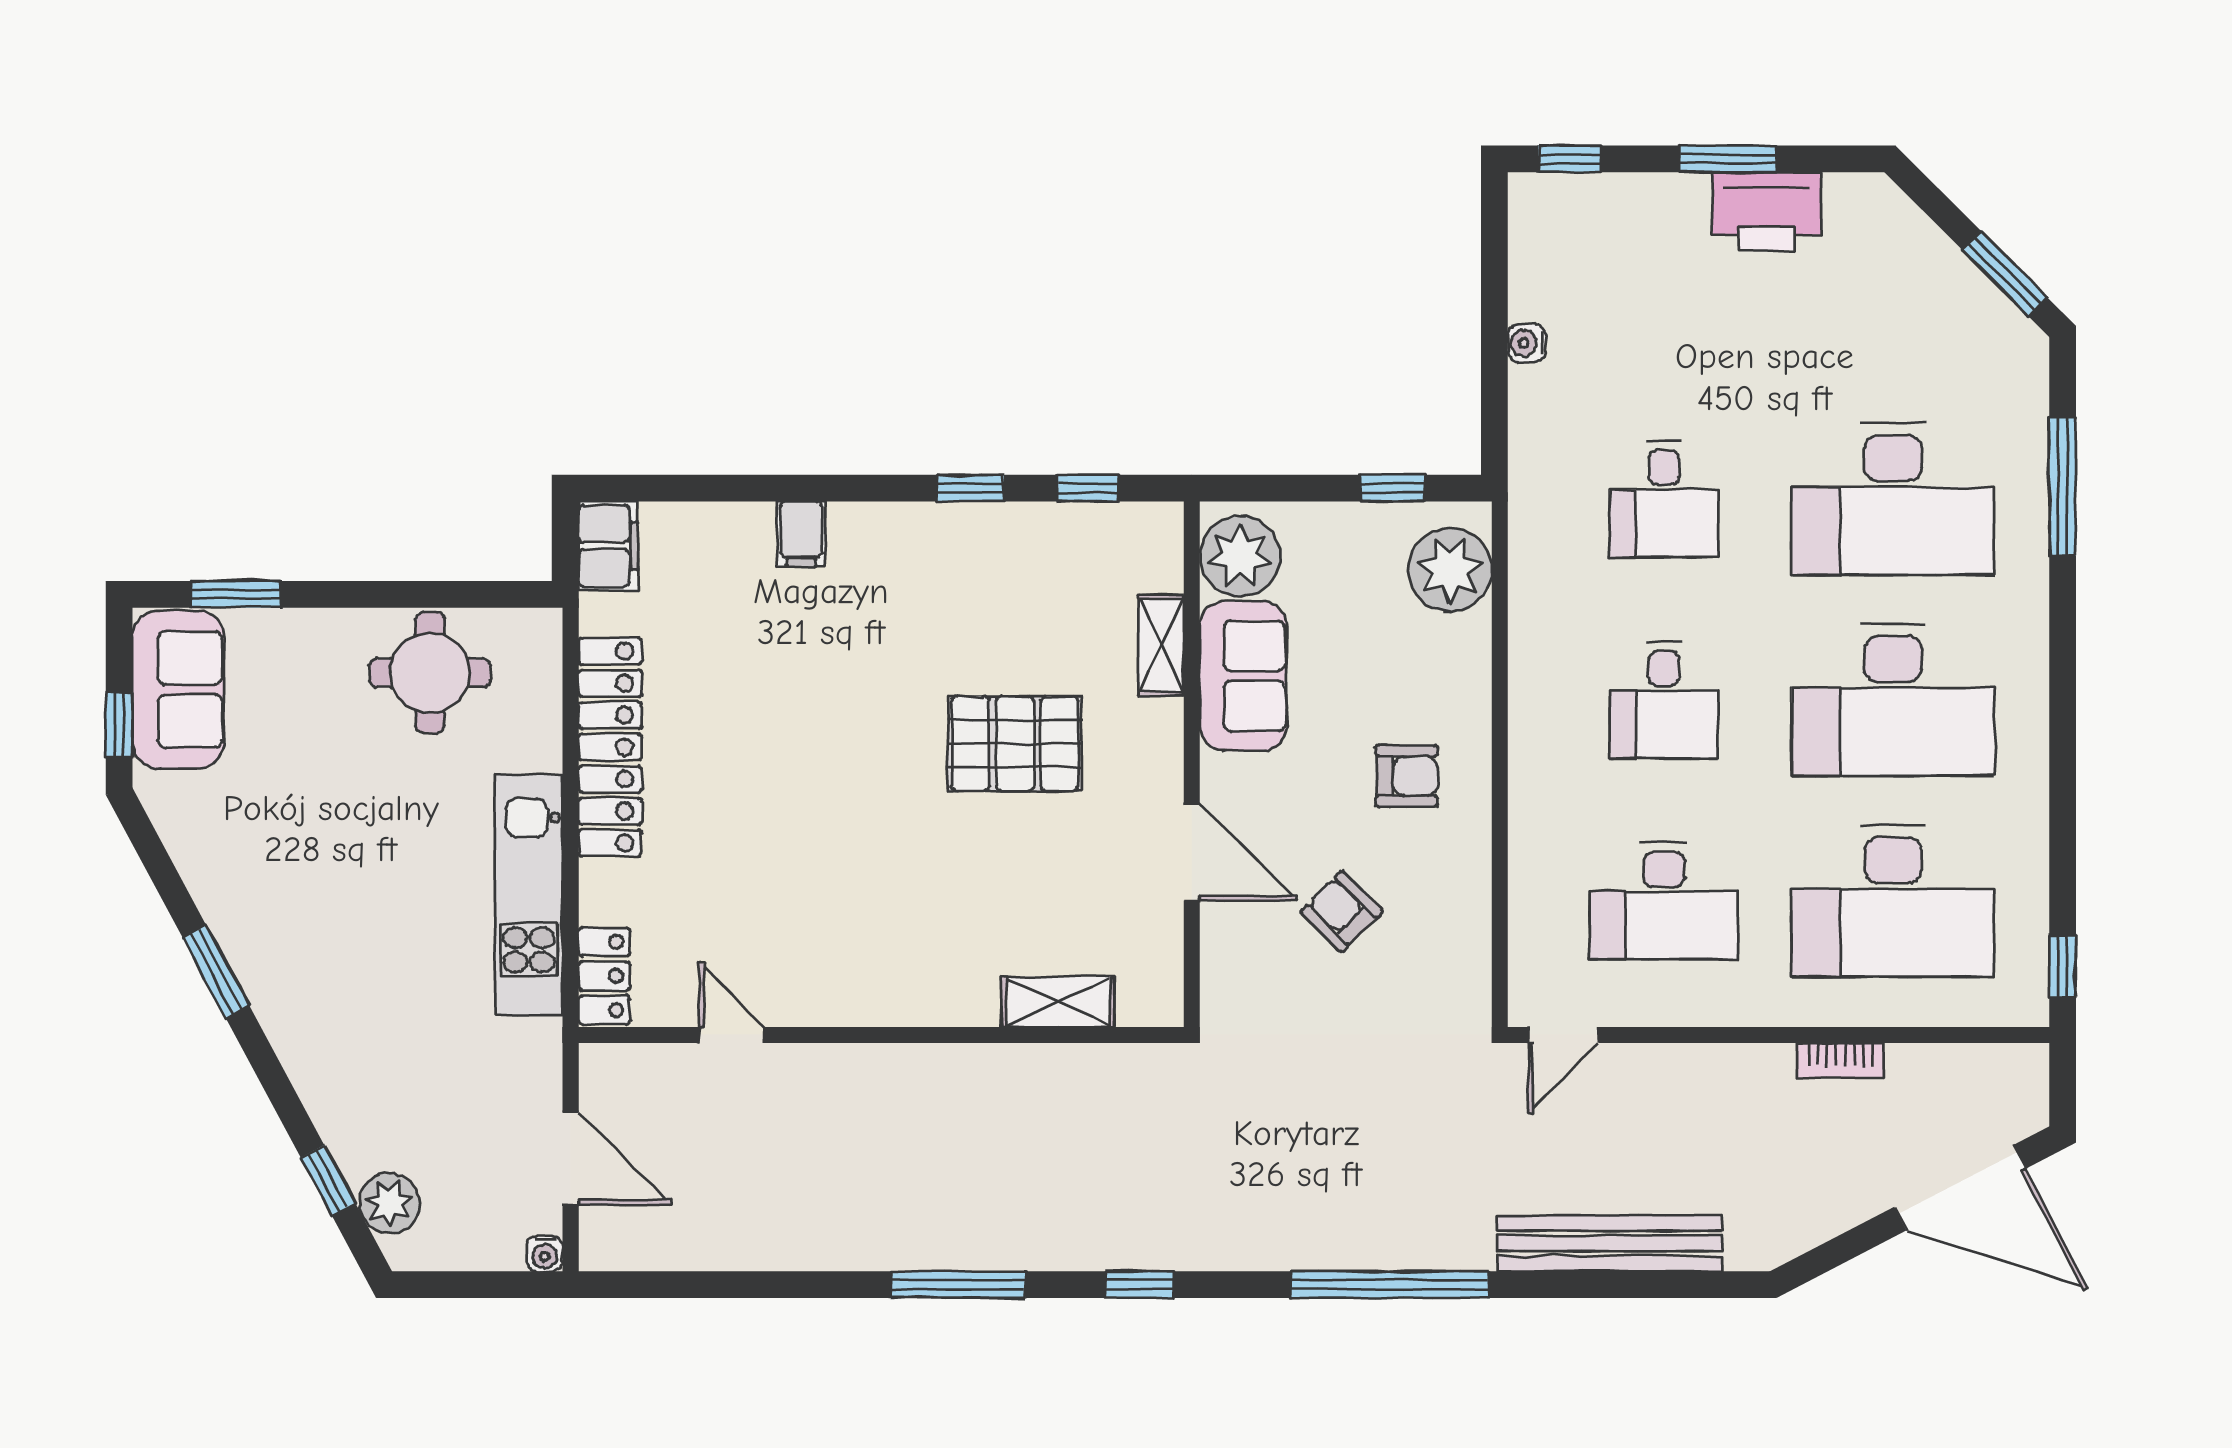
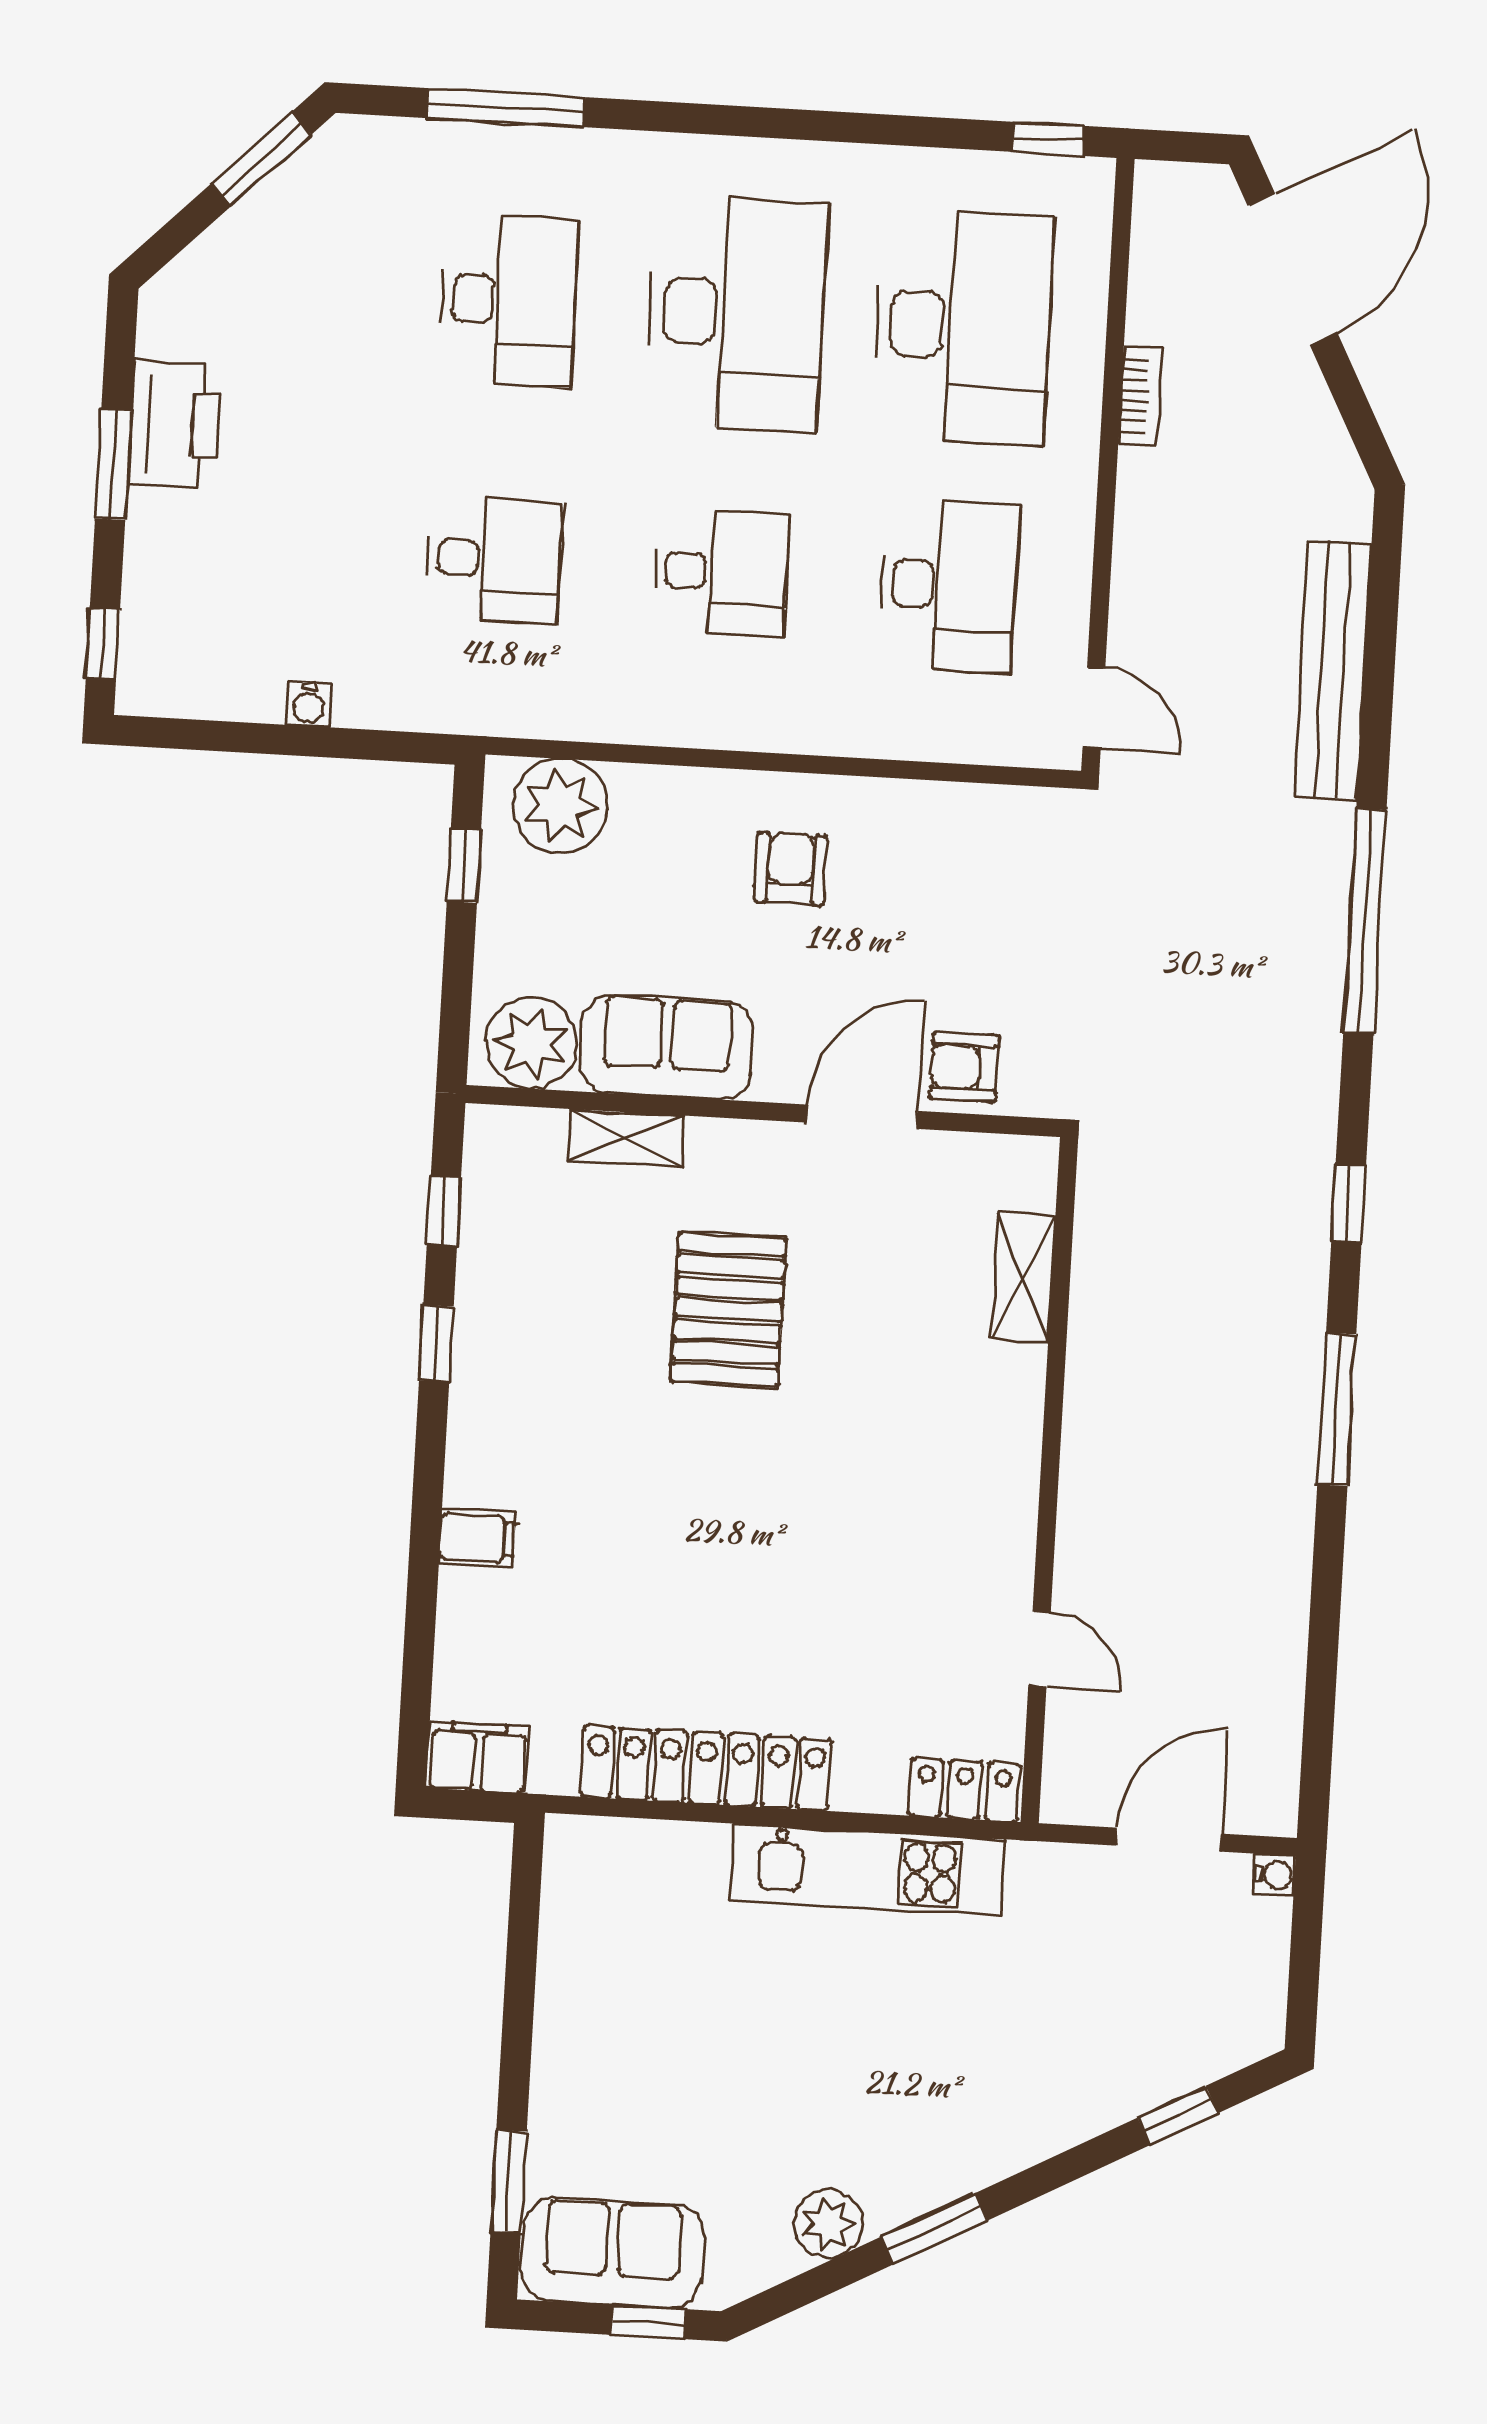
desk: (1893, 499) -> (509, 300), width x0.73, depth x0.77
round table: (430, 673) -> (610, 1967), removed
armchair: (1342, 912) -> (964, 1067), moved, turned 45
door: (732, 1035) -> (1040, 1649), swing flipped
plant: (389, 1203) -> (828, 2224), moved

